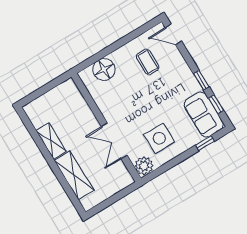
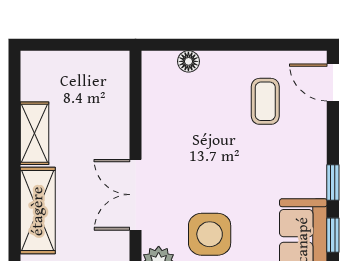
floor lamp: (104, 69) -> (188, 61), width x0.53, depth x0.53

